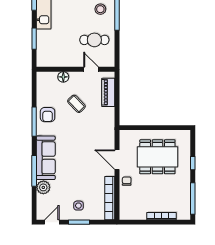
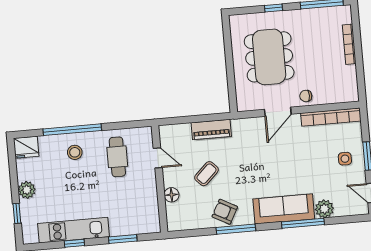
door: (91, 69) -> (158, 158), swing flipped
piano: (108, 92) -> (211, 130), moved
armchair: (48, 115) -> (225, 212), turned -152

